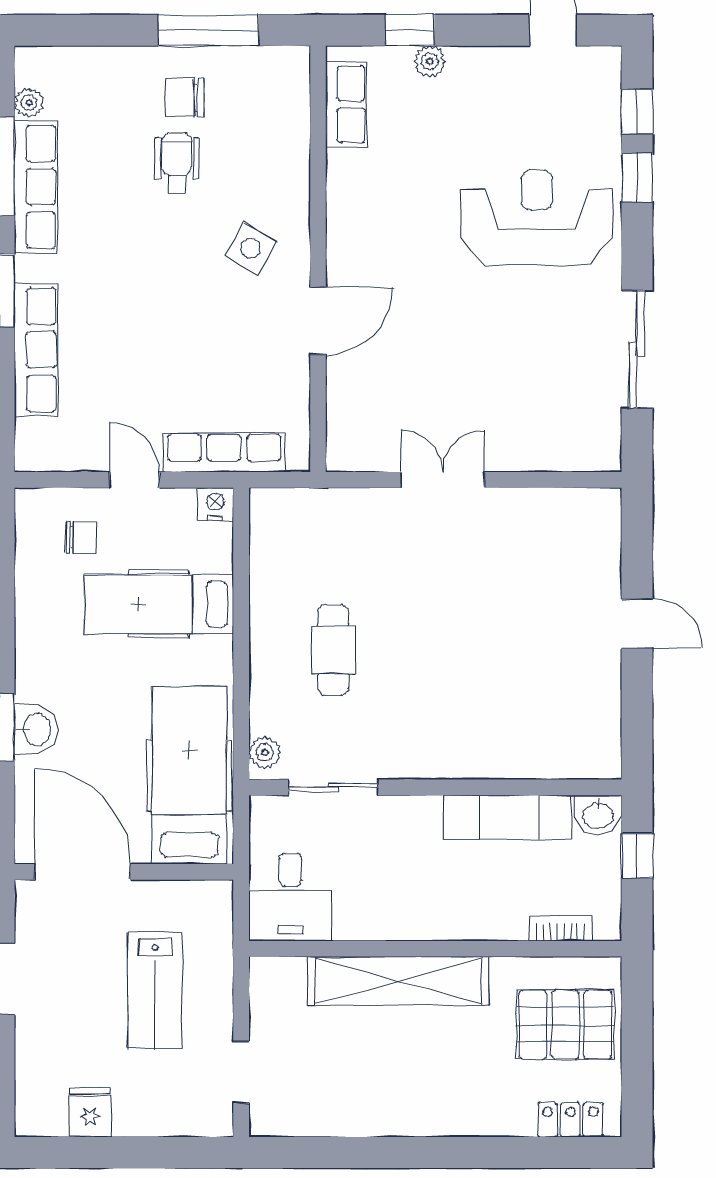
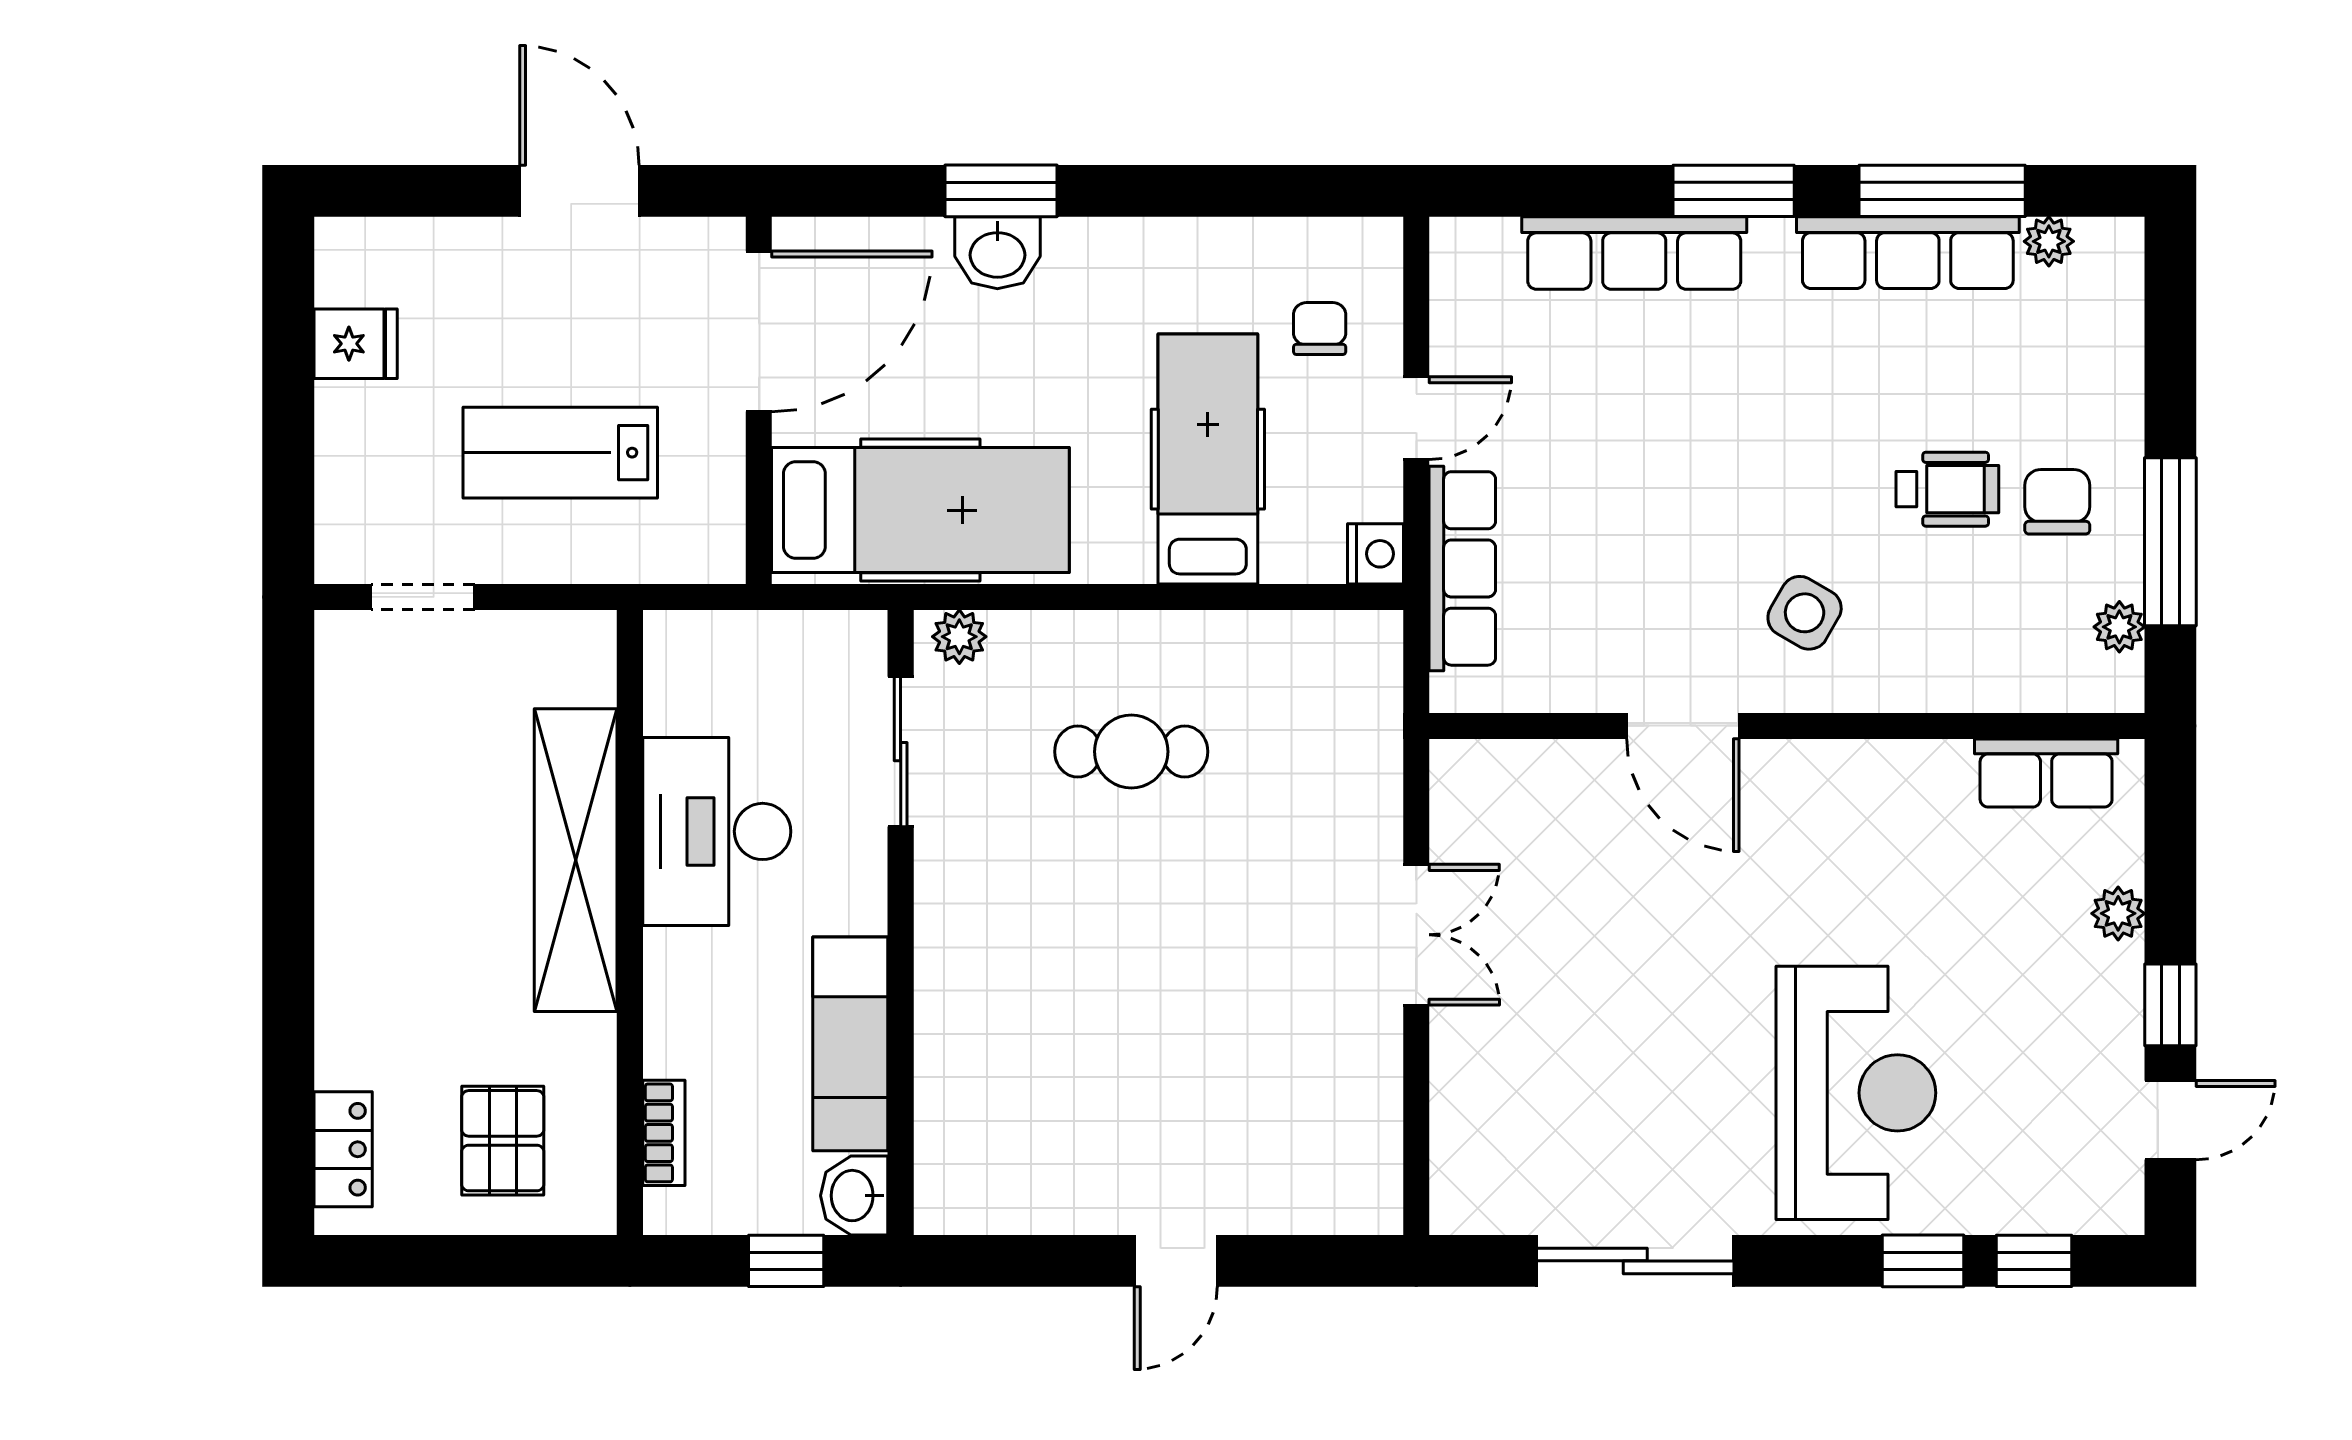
window: (410, 30) -> (2170, 1005), moved
plant: (259, 61) -> (2119, 627), added
chair: (81, 537) -> (1320, 329), turned 180
desk: (291, 897) -> (717, 831), moved, width x1.37
pallet: (565, 1025) -> (503, 1141), width x0.67, depth x0.71

